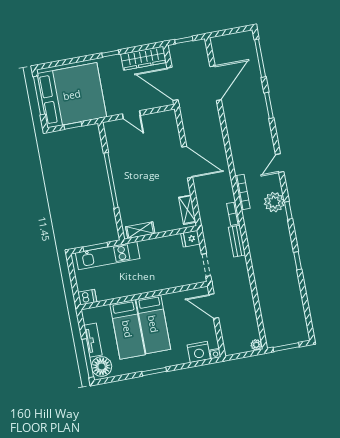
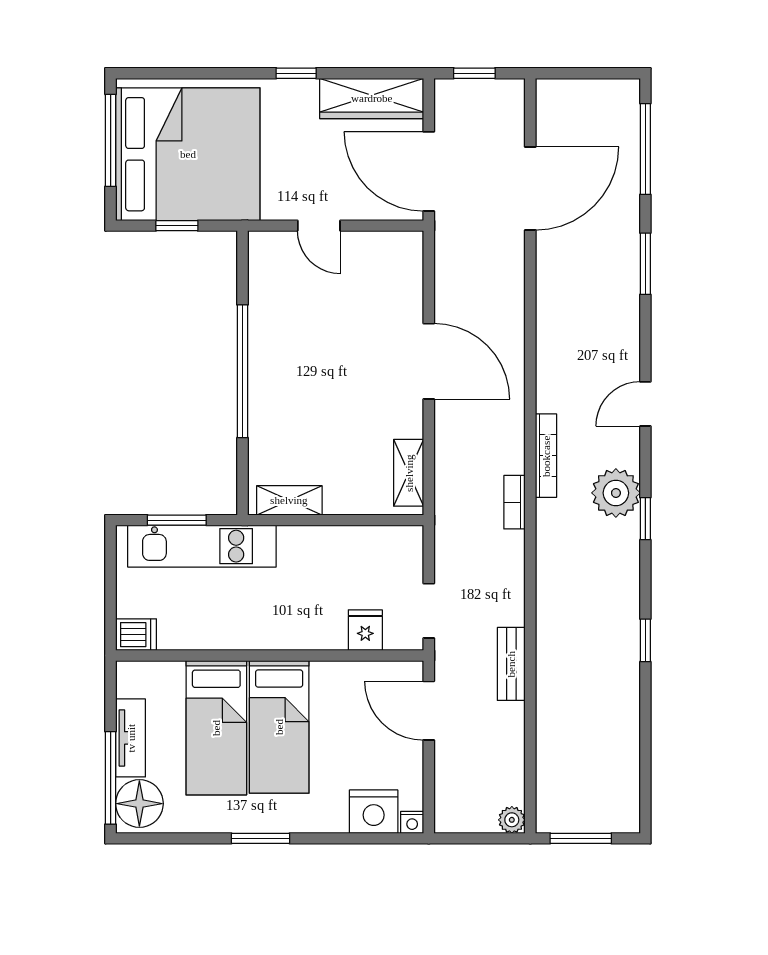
fridge: (190, 239) -> (365, 630), moved, turned 90
bench: (237, 241) -> (511, 664), moved

